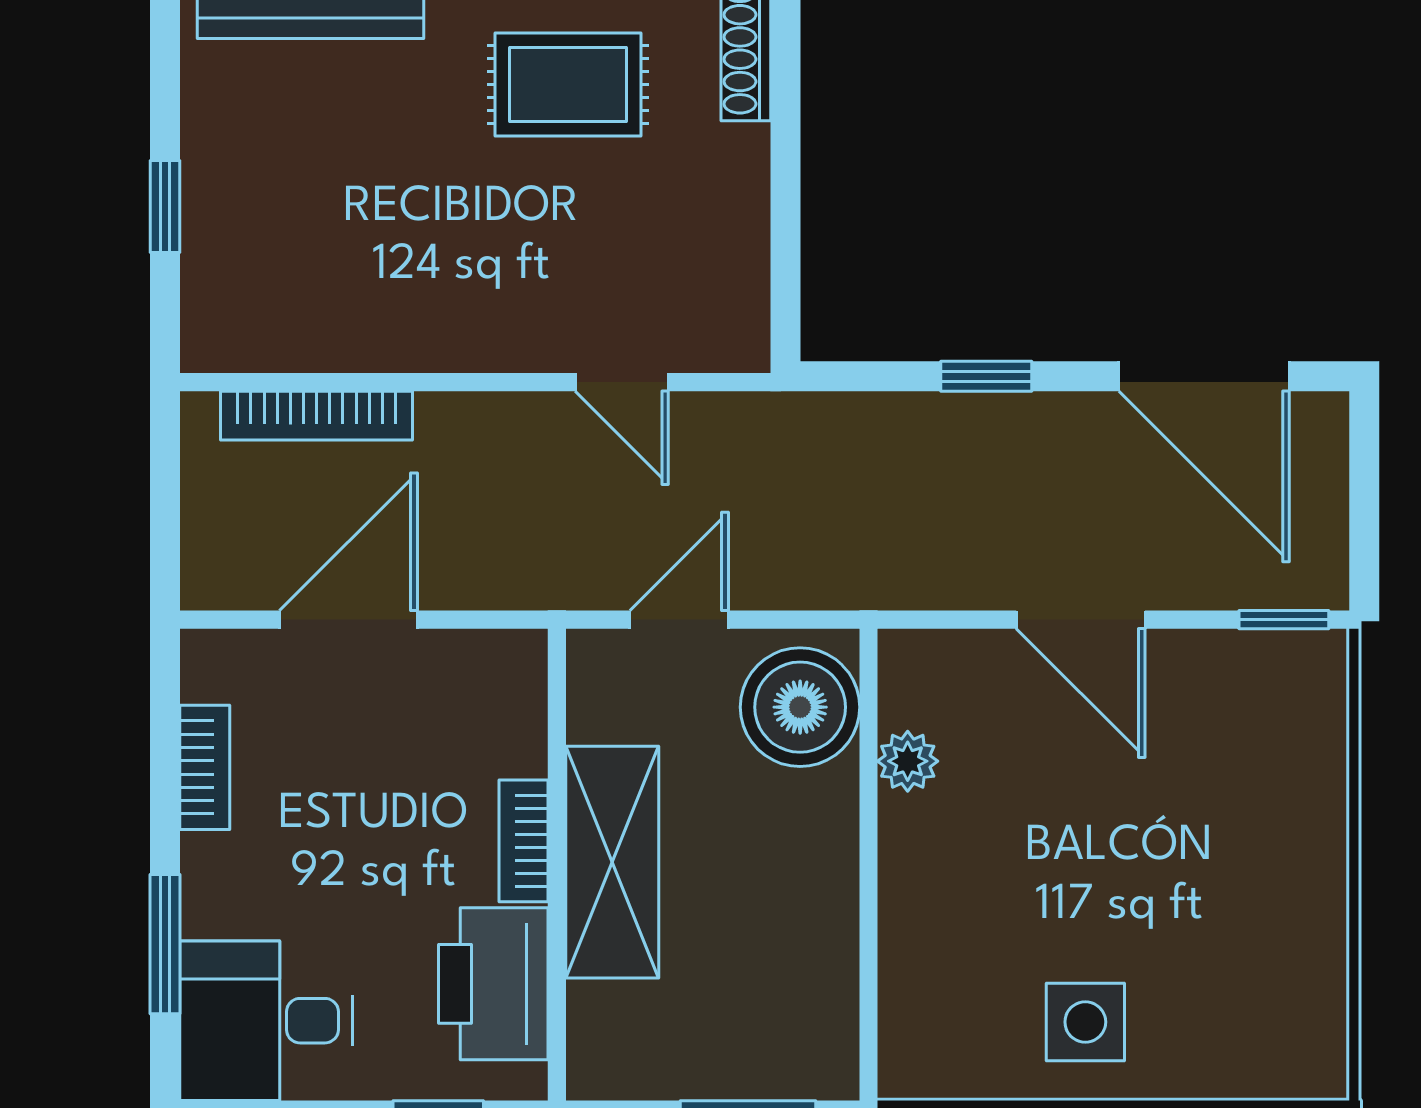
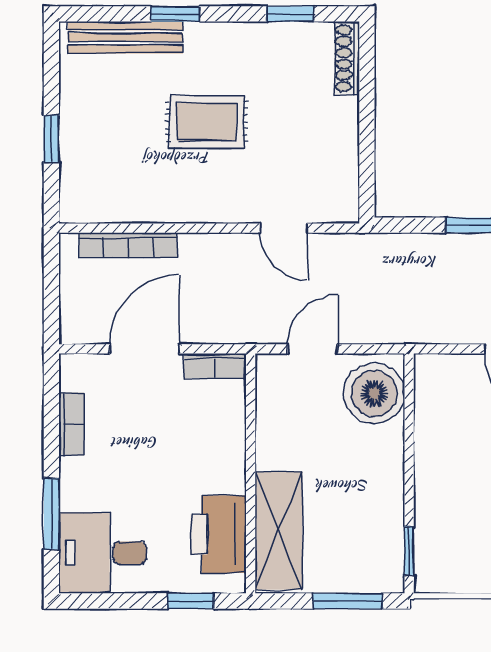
rug: (568, 85) -> (207, 122), moved
plant: (908, 761) -> (429, 421), removed
bookcase: (524, 841) -> (215, 366), moved, turned -90
shelving: (612, 862) -> (279, 531), moved
window: (869, 1017) -> (409, 551), added

